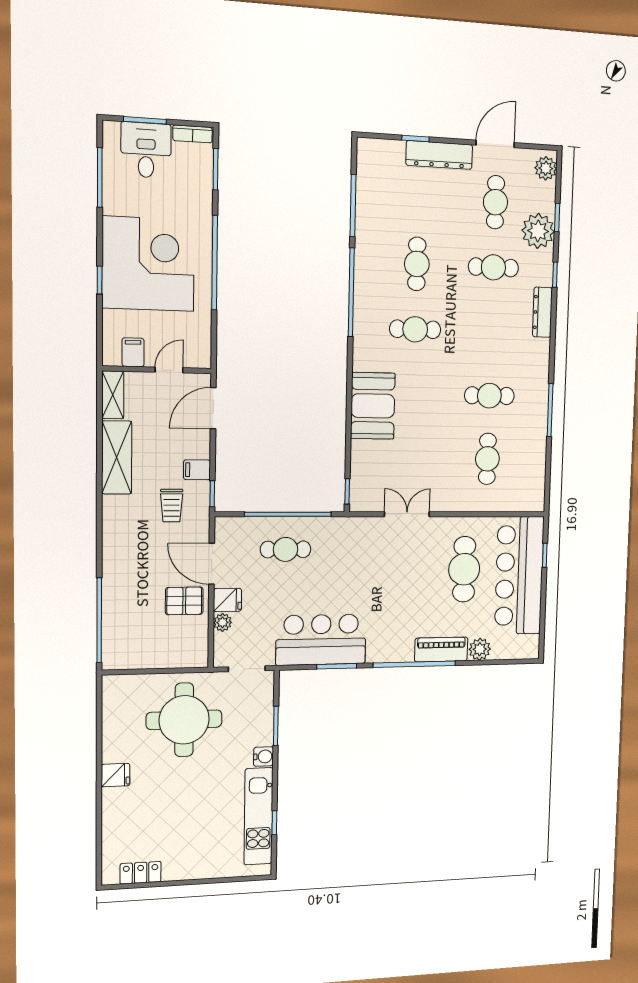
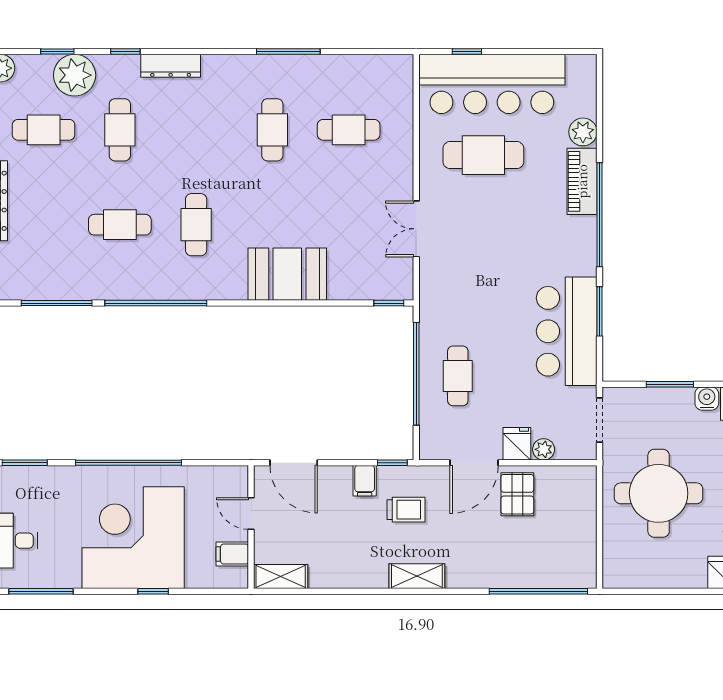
shelving: (117, 457) -> (417, 576), moved, width x0.67, depth x0.75

